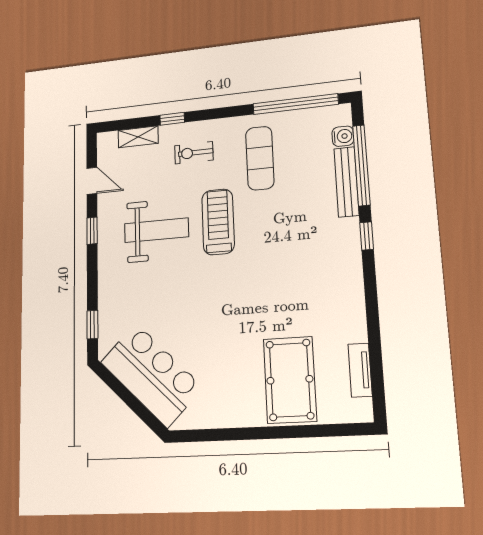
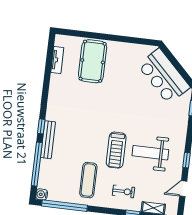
water cooler: (343, 136) -> (42, 194), moved
door: (92, 181) -> (183, 189), hinge flipped
bench: (346, 182) -> (48, 140), moved

